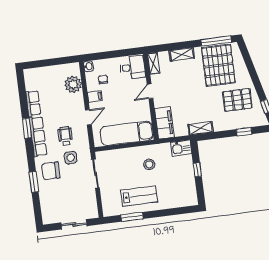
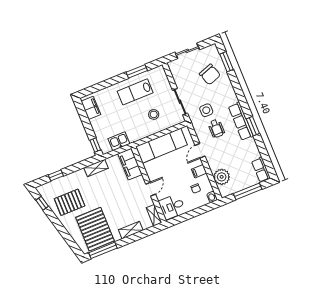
window: (50, 62) -> (248, 191), added
row of seats: (33, 103) -> (261, 170), moved
kitchen sink: (181, 148) -> (119, 141), moved
stool: (149, 164) -> (154, 114), moved
window: (197, 170) -> (95, 145), moved
chair: (51, 171) -> (210, 74), moved, turned 71
window: (34, 182) -> (226, 62), moved
filing cabinet: (189, 192) -> (91, 108), added

